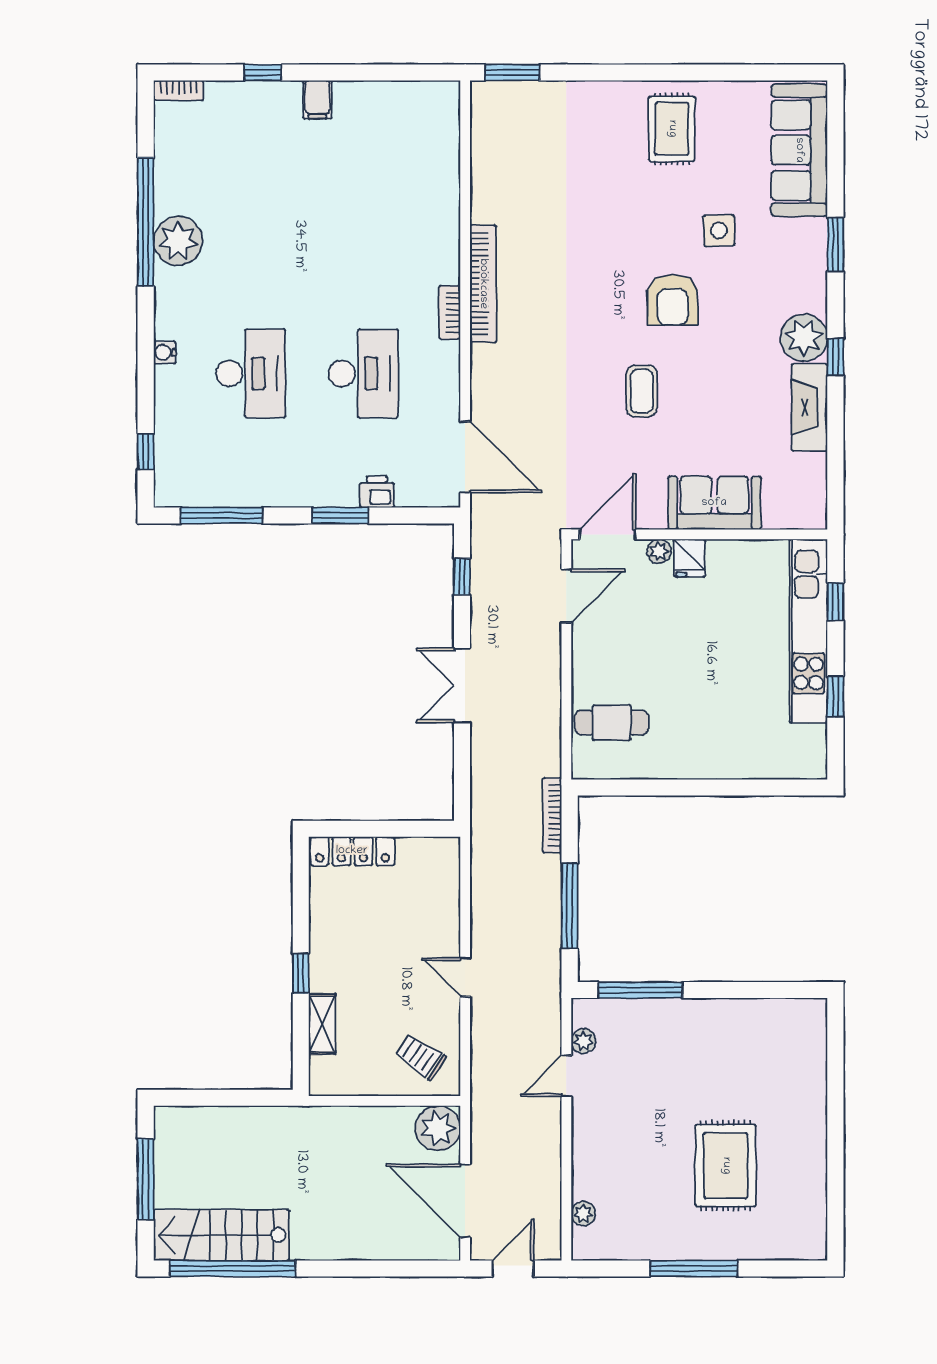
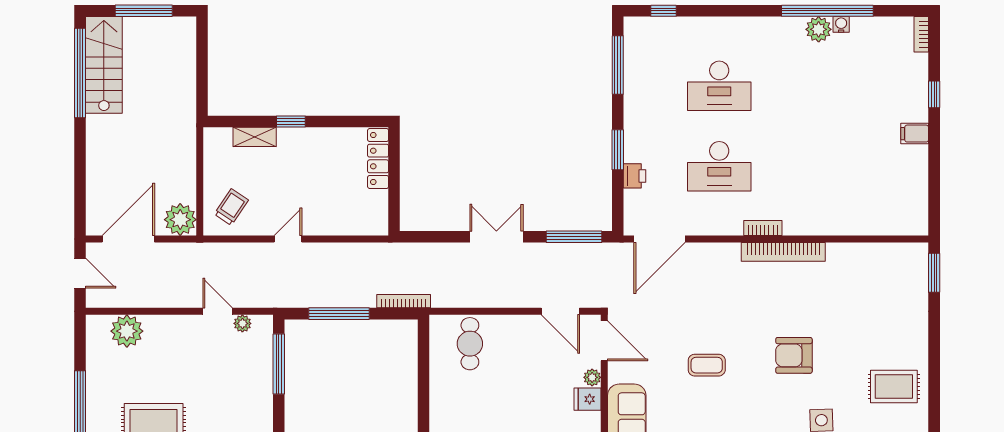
plant: (178, 241) -> (819, 29), width x0.73, depth x0.73
armchair: (673, 300) -> (794, 355), moved
water cooler: (165, 352) -> (841, 24), moved
window: (462, 577) -> (574, 237), width x2.17
plant: (583, 1214) -> (127, 331), width x1.88, depth x1.88

